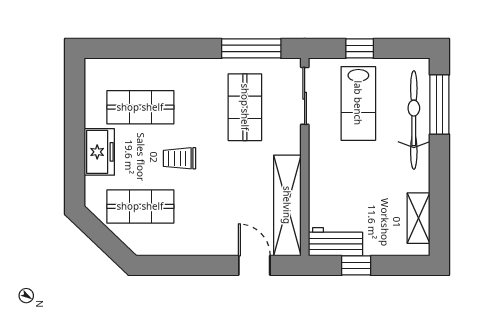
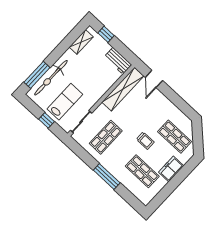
window: (251, 48) -> (107, 177), moved
window: (356, 265) -> (106, 34), moved

